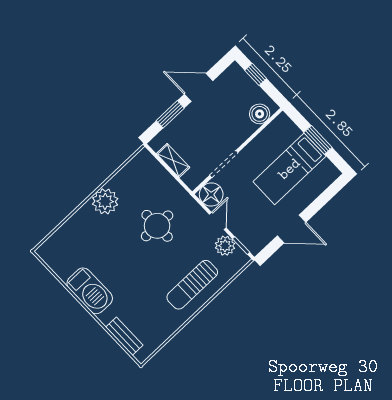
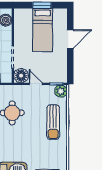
door: (292, 229) -> (70, 39), moved
plant: (225, 246) -> (61, 91), moved

